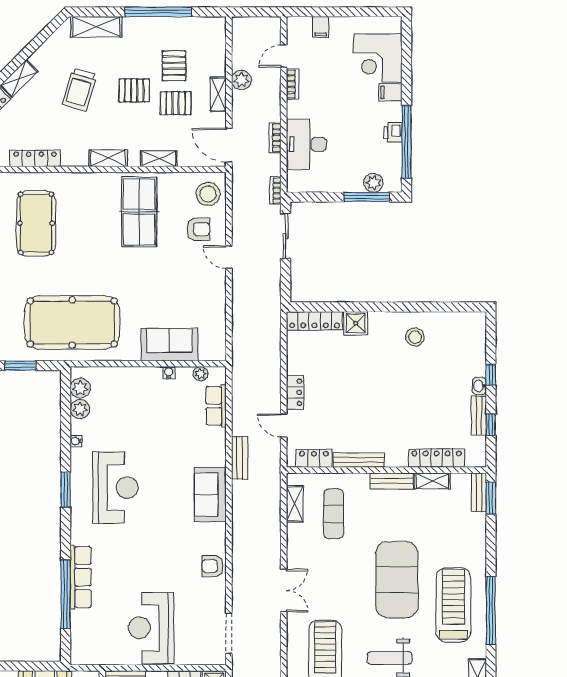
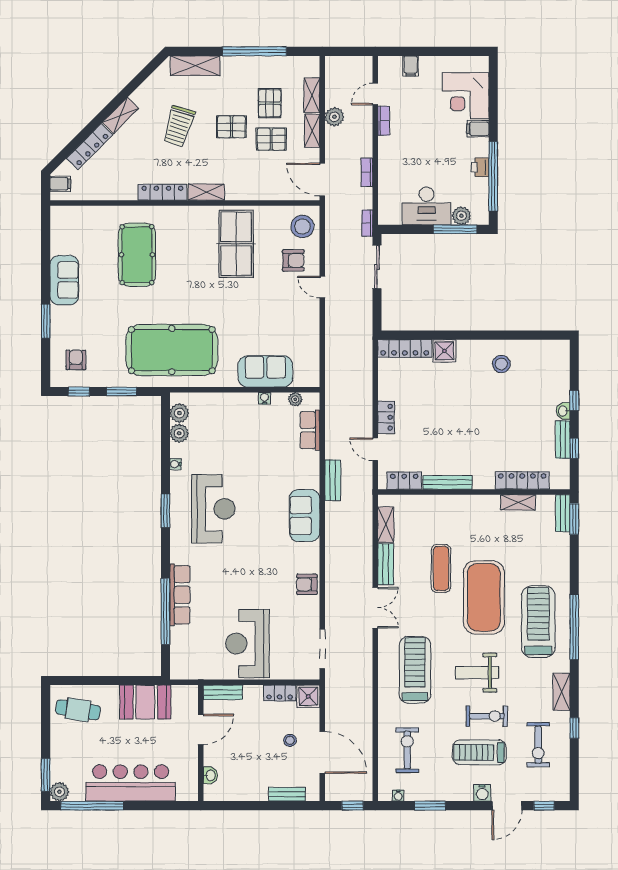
desk: (306, 144) -> (427, 206), moved, turned -90
locker: (35, 158) -> (162, 192), moved
shelving: (159, 159) -> (312, 95), moved, turned 90
bench: (392, 481) -> (386, 564), moved, turned 90
exercise mat: (334, 514) -> (441, 568), moved

